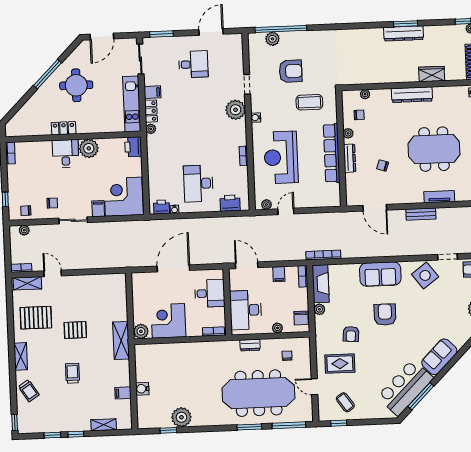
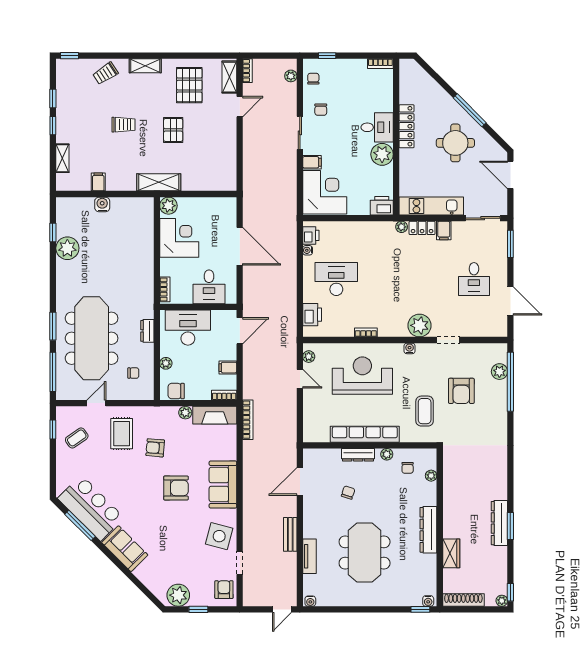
locker: (64, 128) -> (407, 126), width x1.53
side table: (425, 275) -> (219, 536), turned -38

